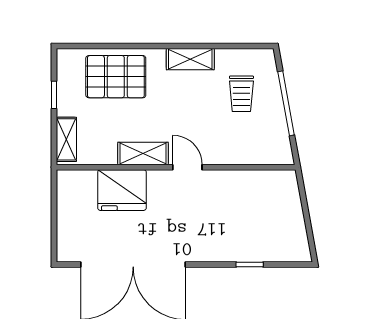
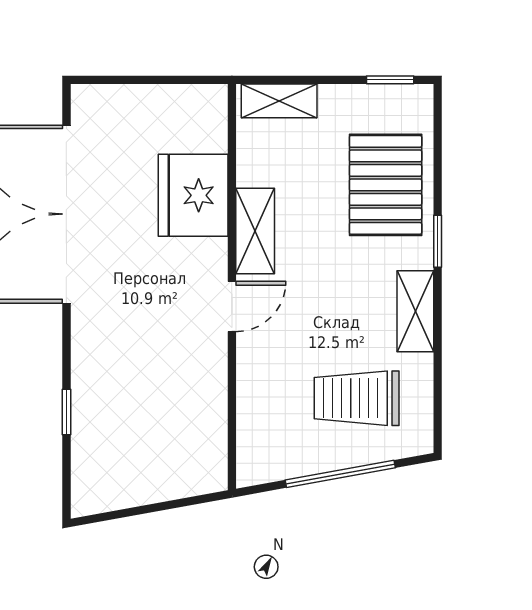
window: (149, 46) -> (438, 241), added
trolley: (241, 94) -> (357, 398), width x1.36, depth x1.39
window: (54, 95) -> (390, 80), moved

